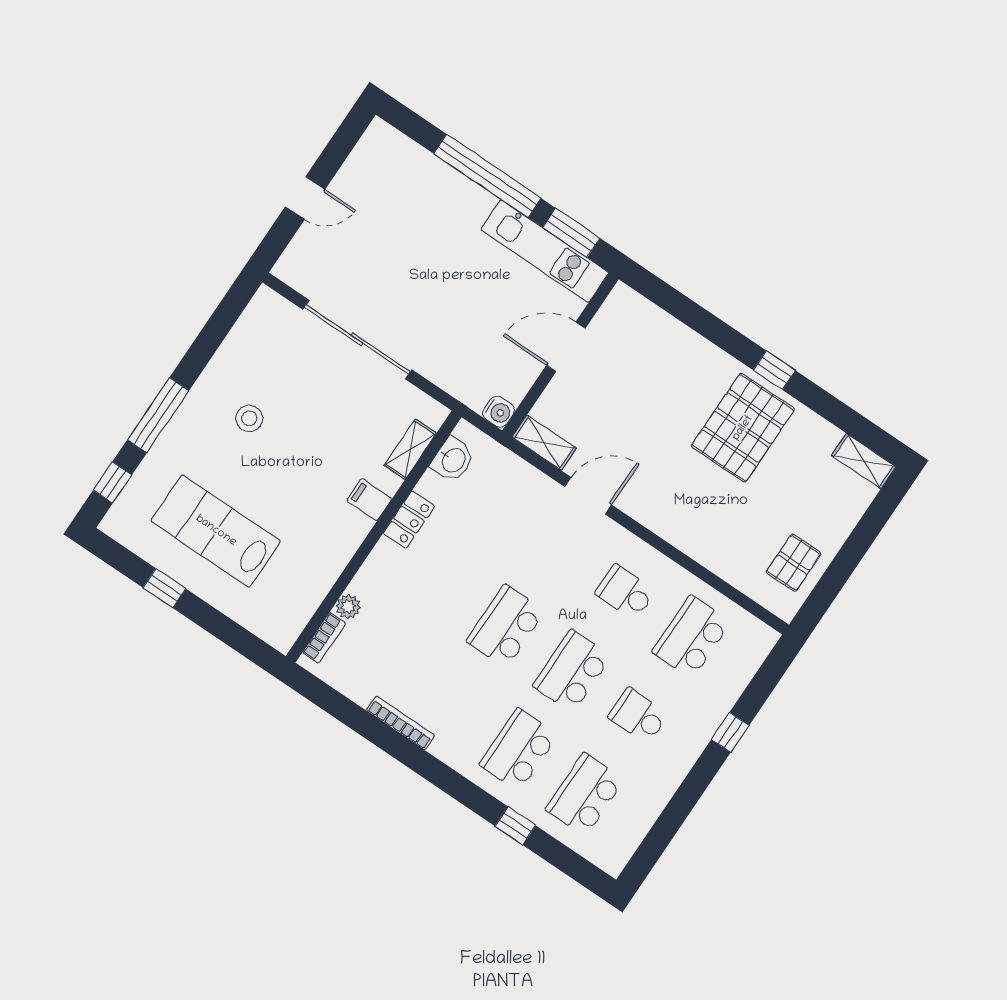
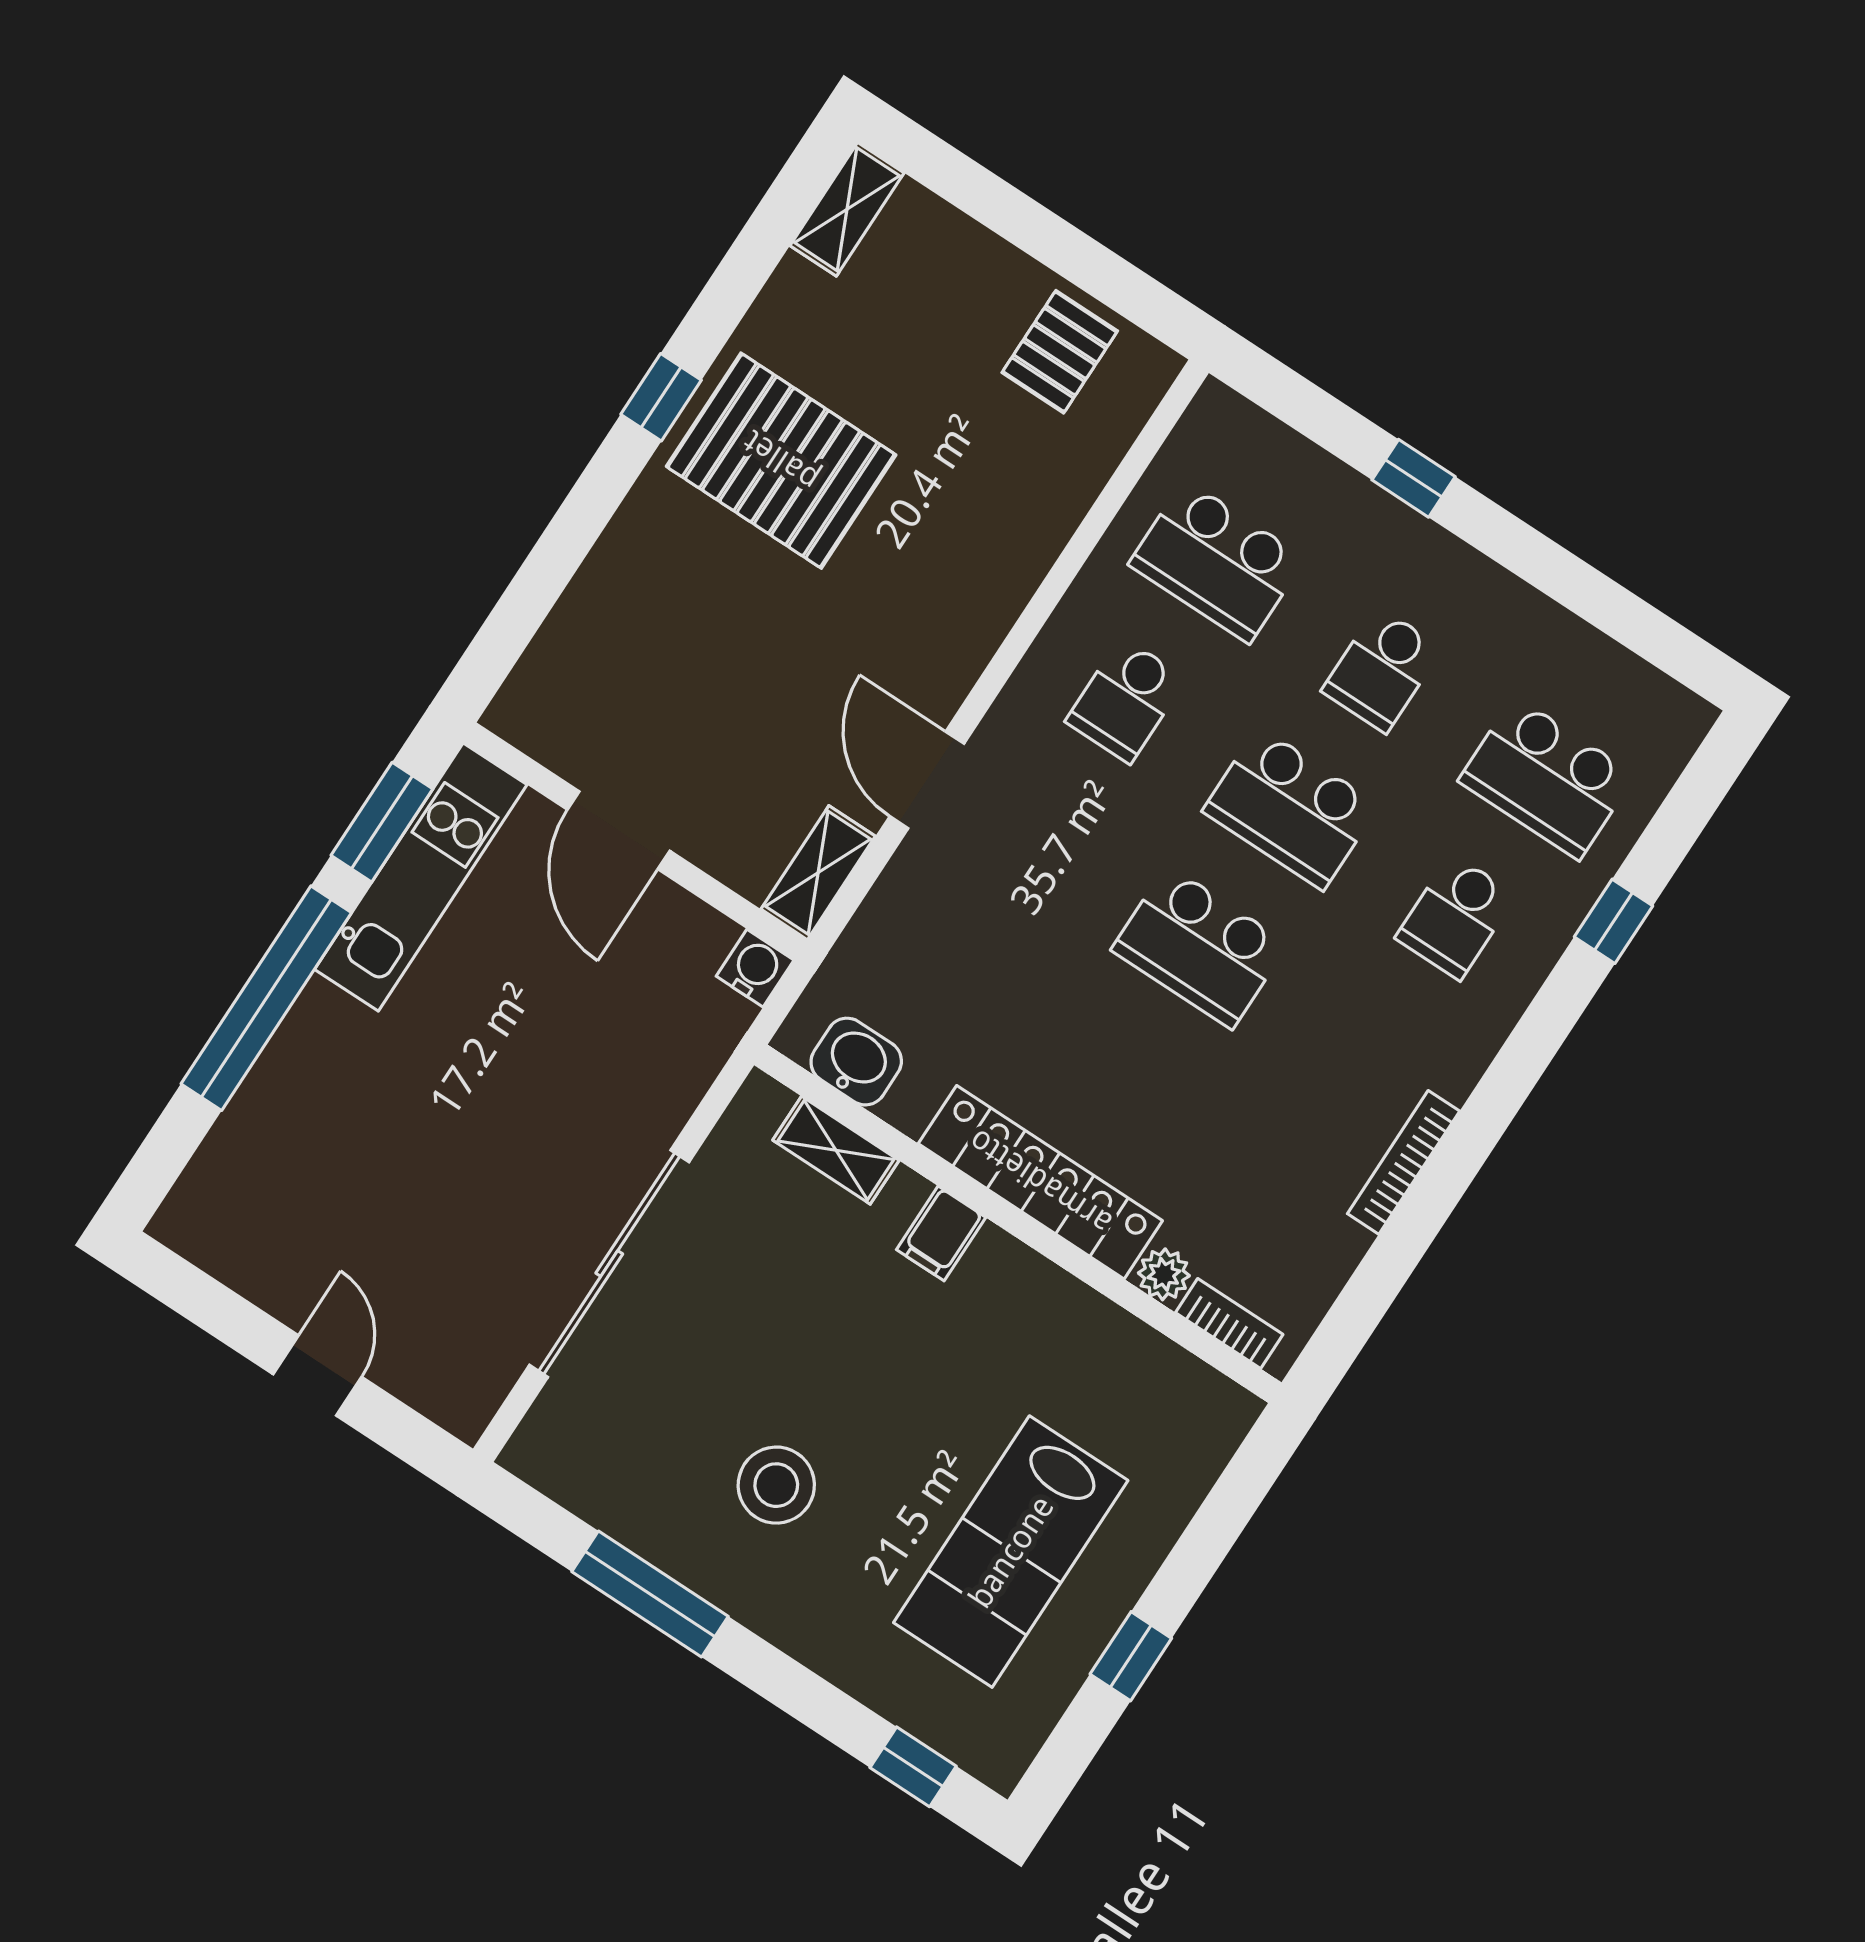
window: (158, 415) -> (650, 1594), moved
stool: (249, 418) -> (776, 1485), width x1.38, depth x1.38
locker: (409, 520) -> (1040, 1182), width x2.16, depth x1.21
pallet: (794, 563) -> (1060, 352), turned 90
school desk: (519, 750) -> (1456, 917), width x0.54

